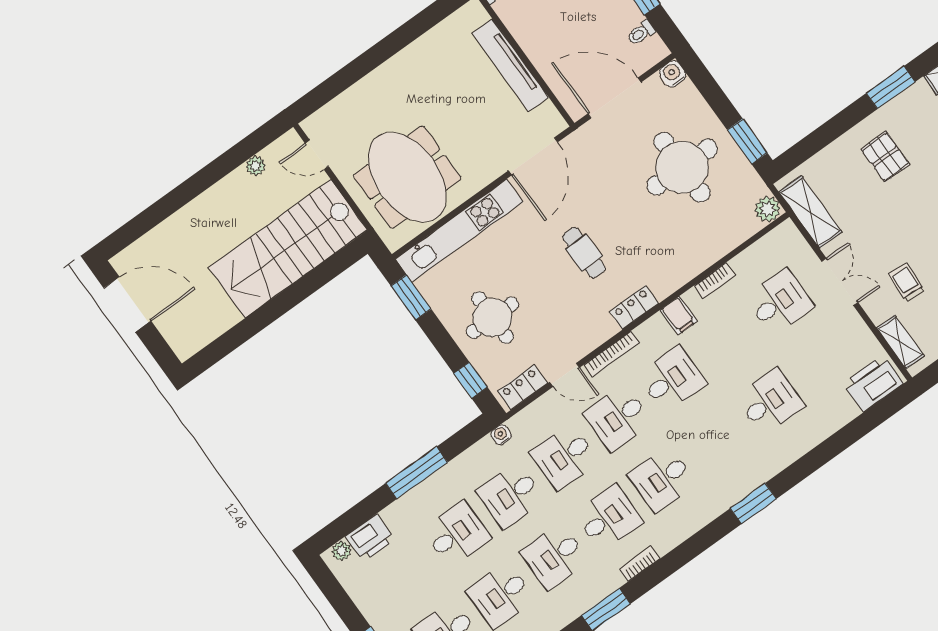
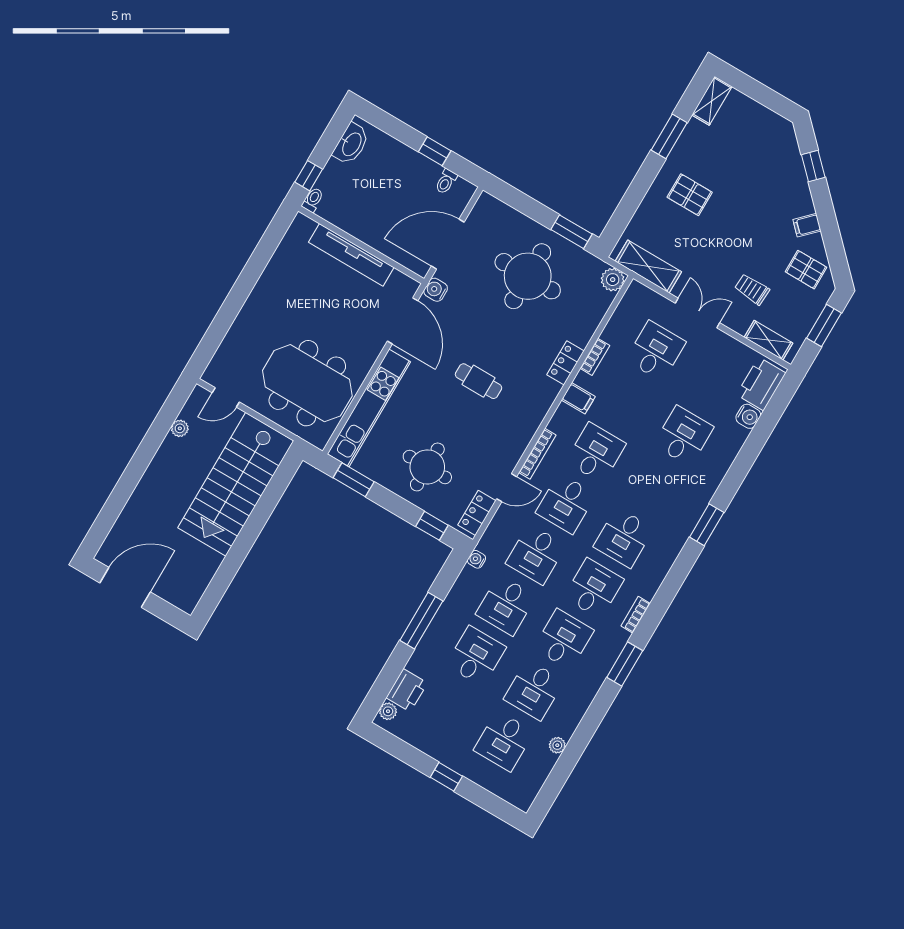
water cooler: (673, 74) -> (436, 290), moved
locker: (634, 307) -> (565, 363), moved
water cooler: (845, 411) -> (748, 416), added
desk: (555, 556) -> (564, 639), turned 180

